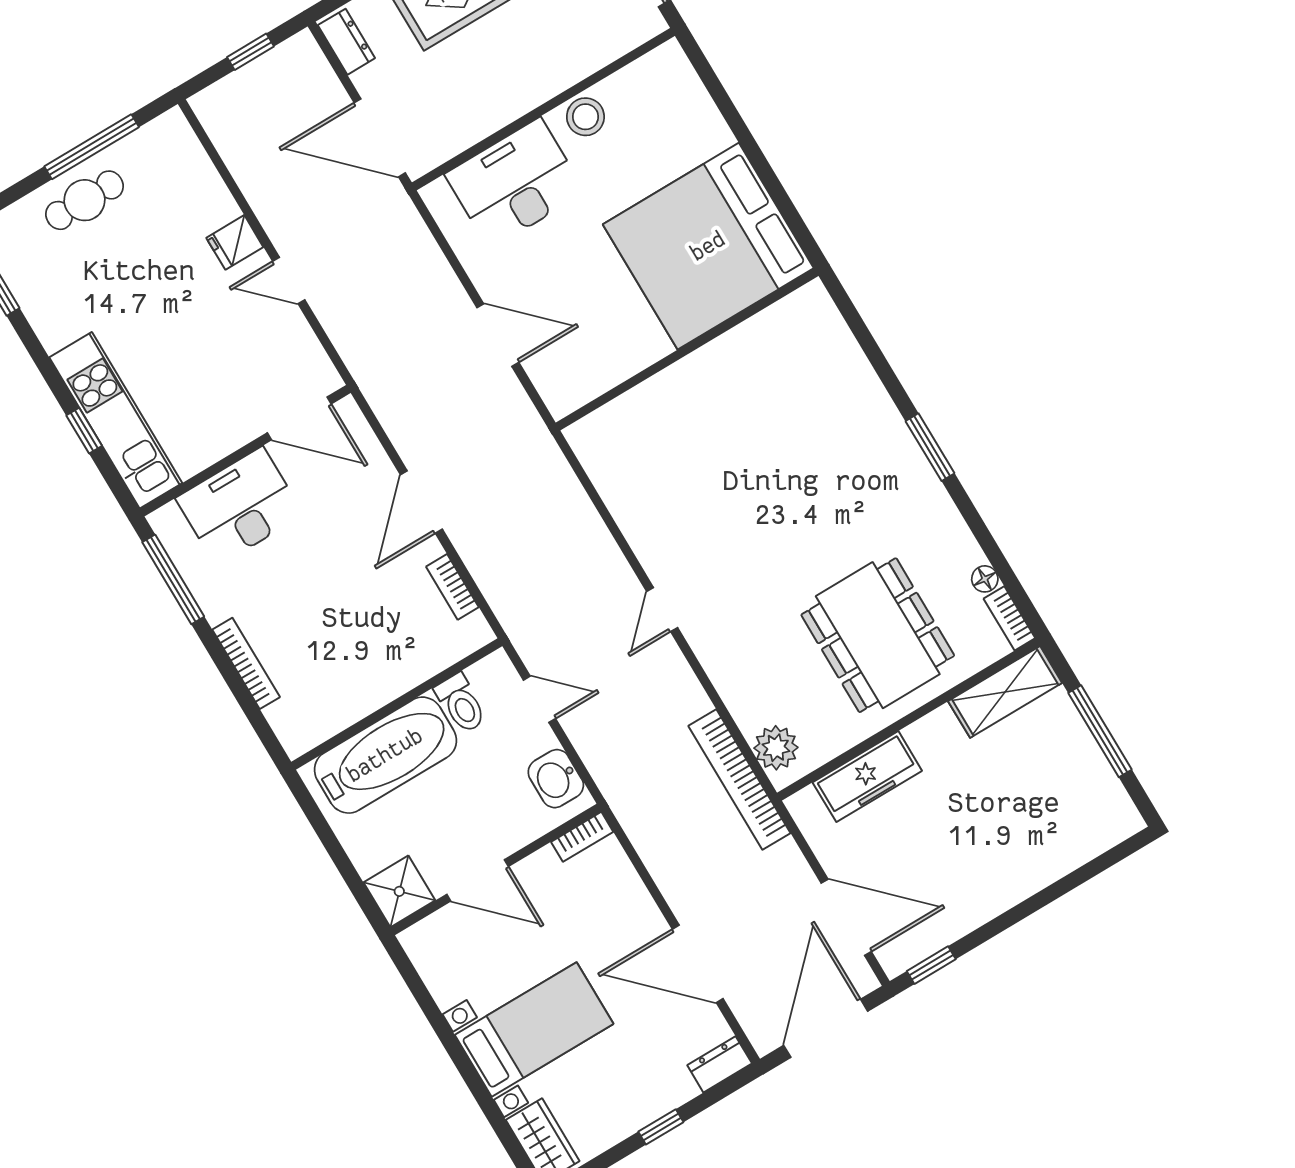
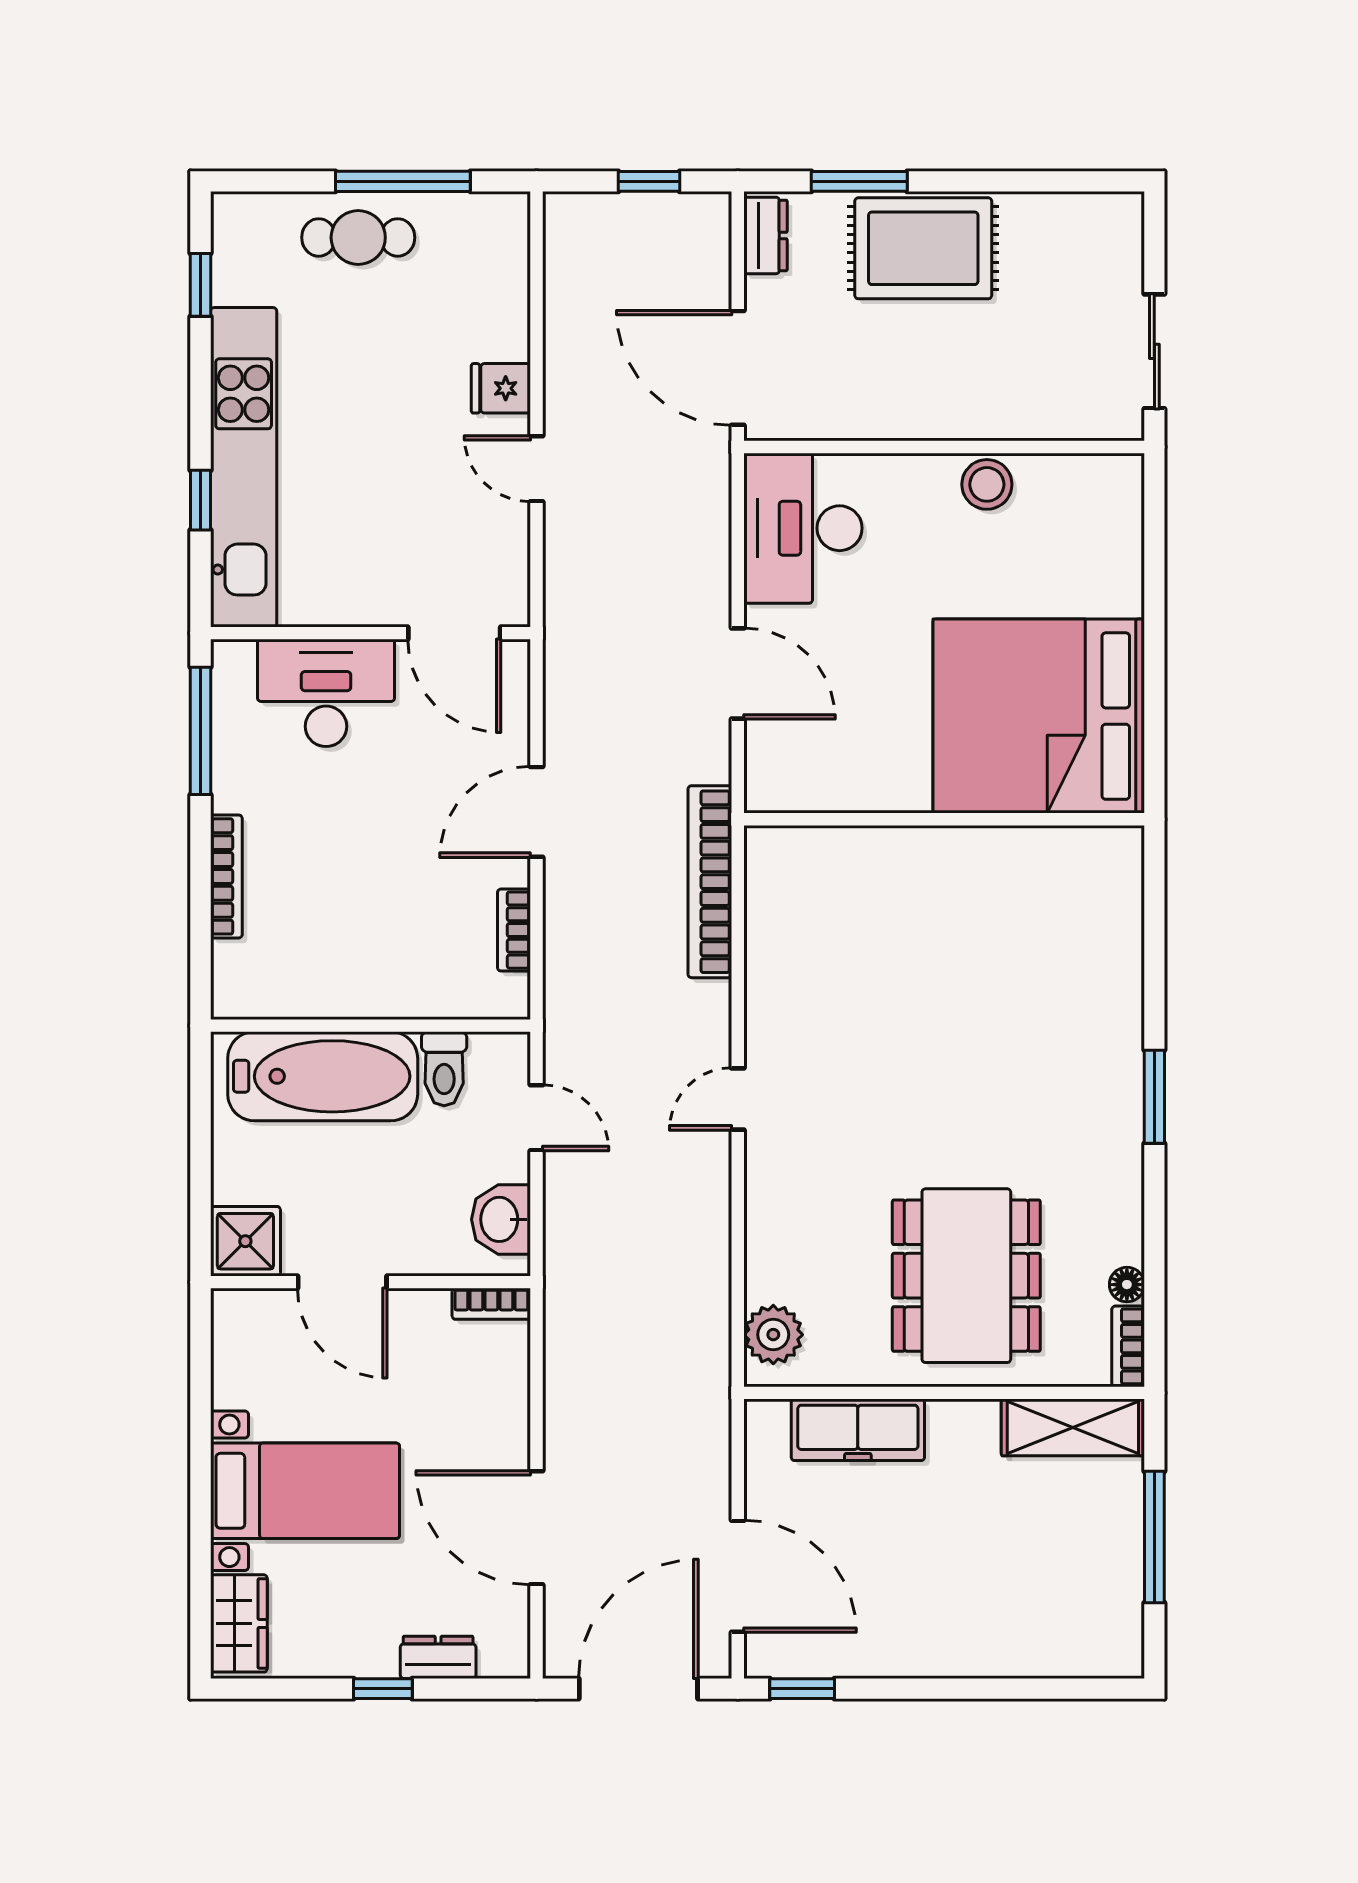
desk: (515, 183) -> (803, 528), moved, turned -90
kitchen unit: (116, 420) -> (244, 467), width x1.36
bookcase: (739, 779) -> (710, 882), moved
dresser: (720, 1064) -> (438, 1657), moved

